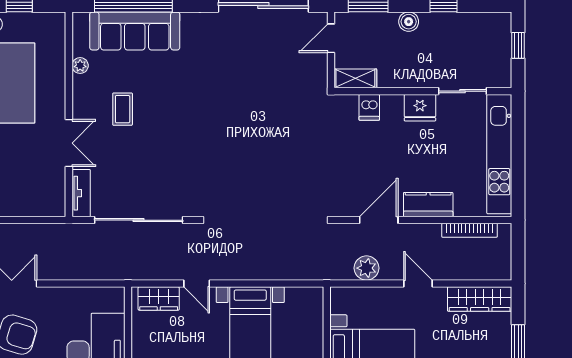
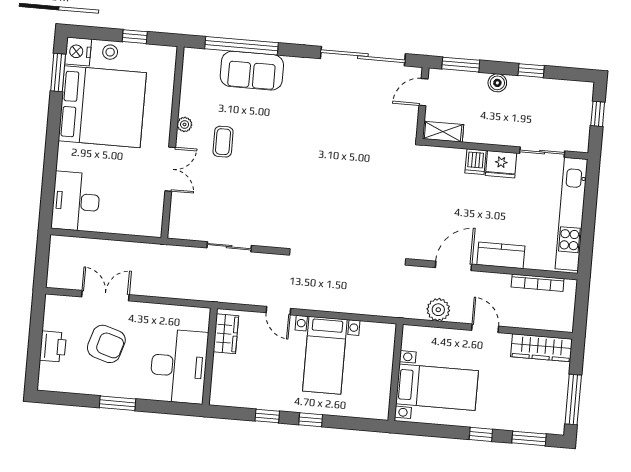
sofa: (135, 31) -> (252, 71), width x0.73
plant: (80, 66) -> (185, 124), moved
dishwasher: (369, 107) -> (475, 162), moved
tv unit: (81, 193) -> (178, 217), removed
sliding door: (139, 220) -> (229, 247), width x0.54
wardrobe: (159, 298) -> (226, 334), moved, turned -90

